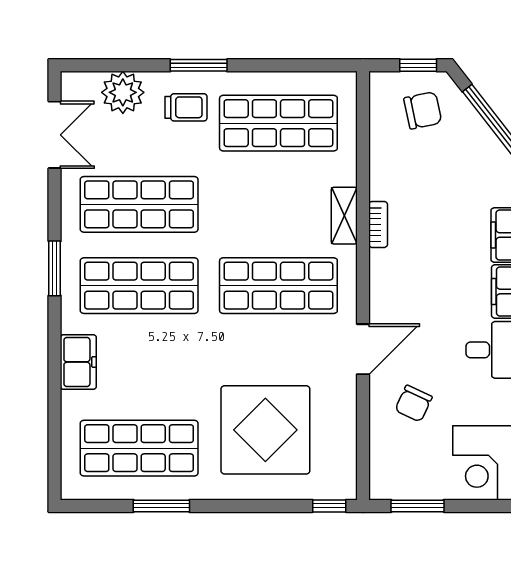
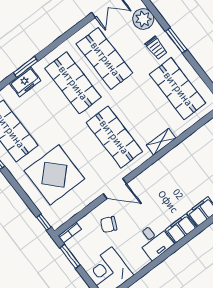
bookcase: (378, 224) -> (70, 233), moved
window: (55, 268) -> (26, 67), moved

